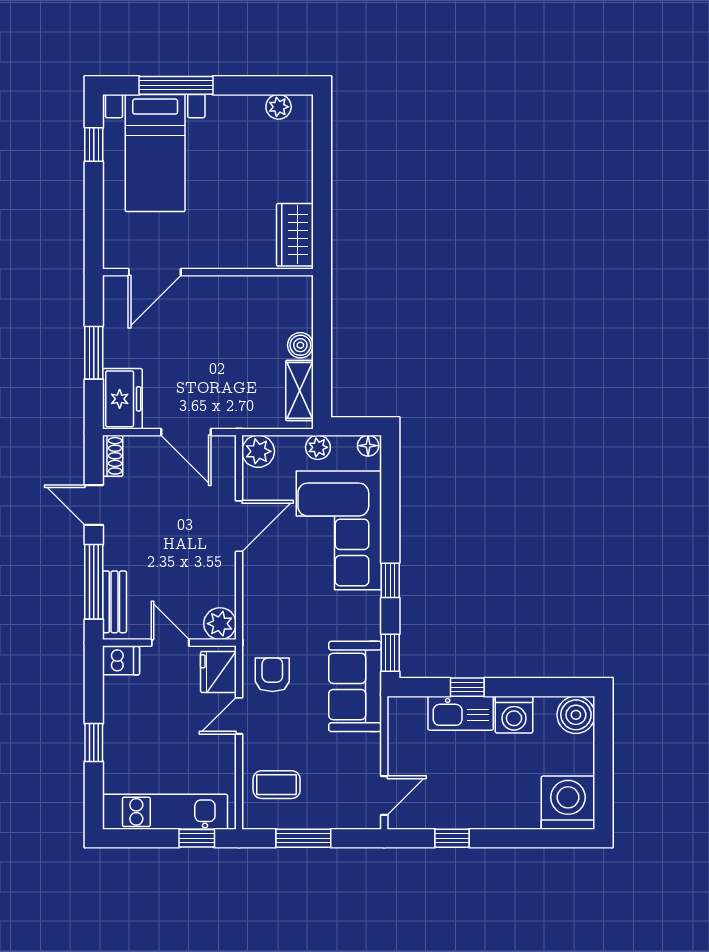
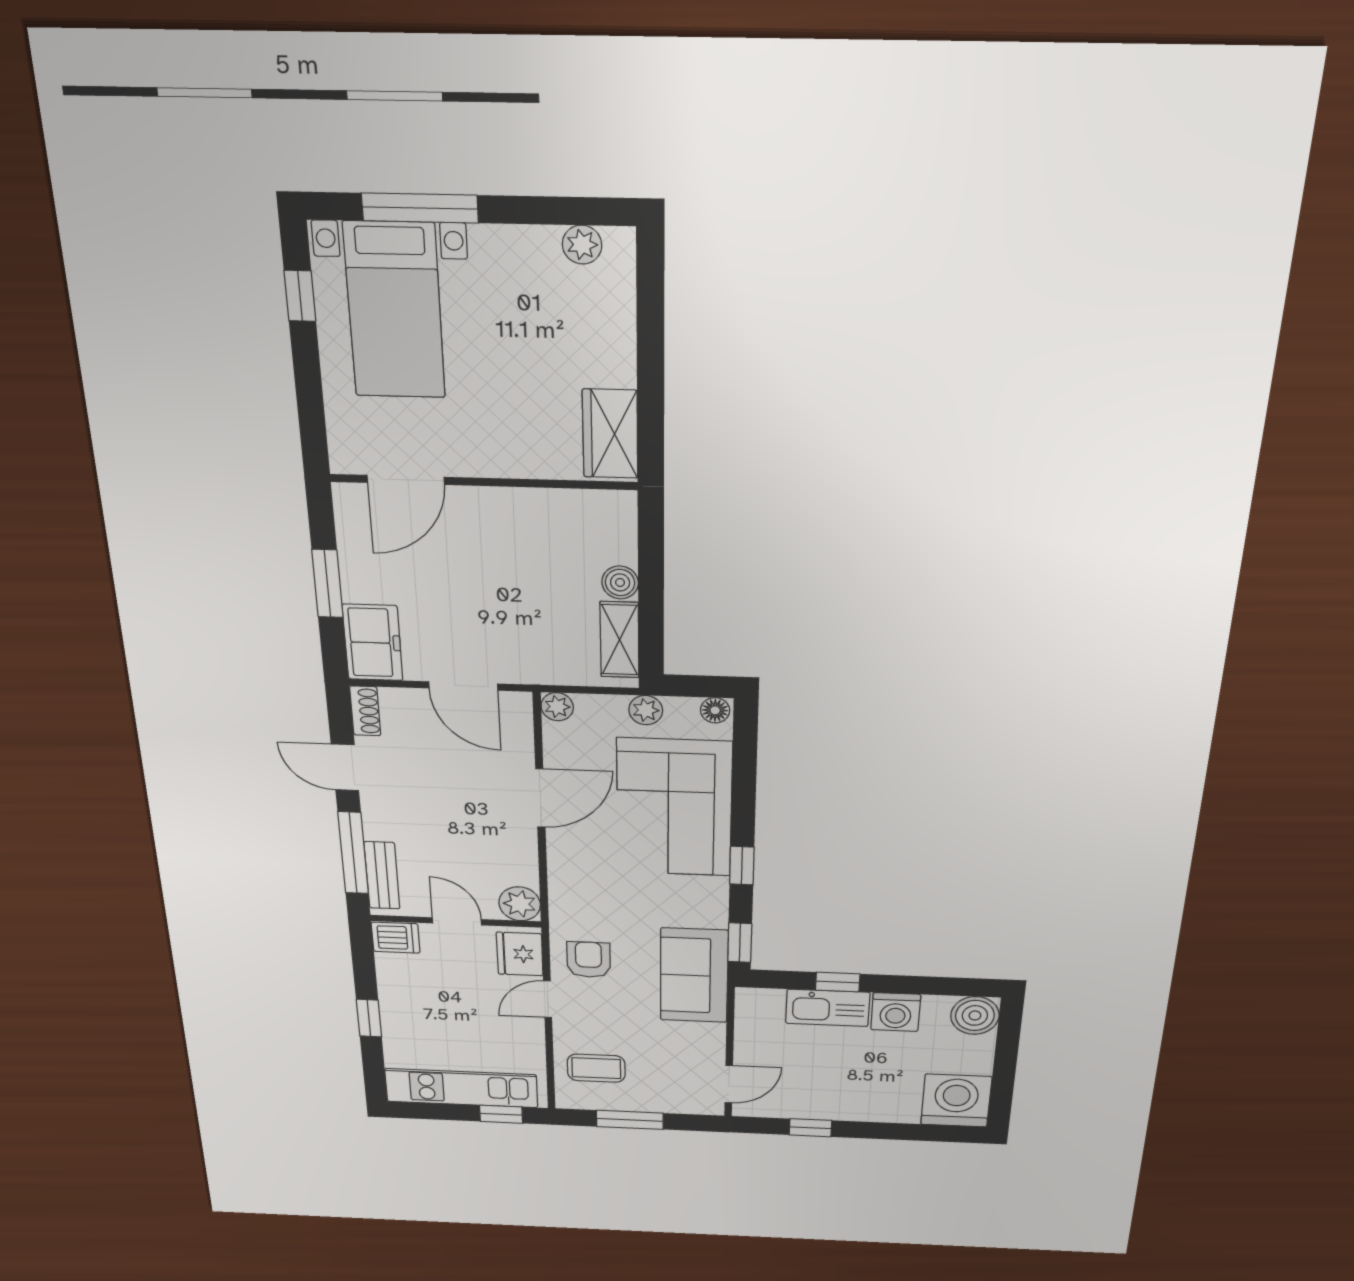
plant: (258, 451) -> (557, 707), width x0.73, depth x0.73

